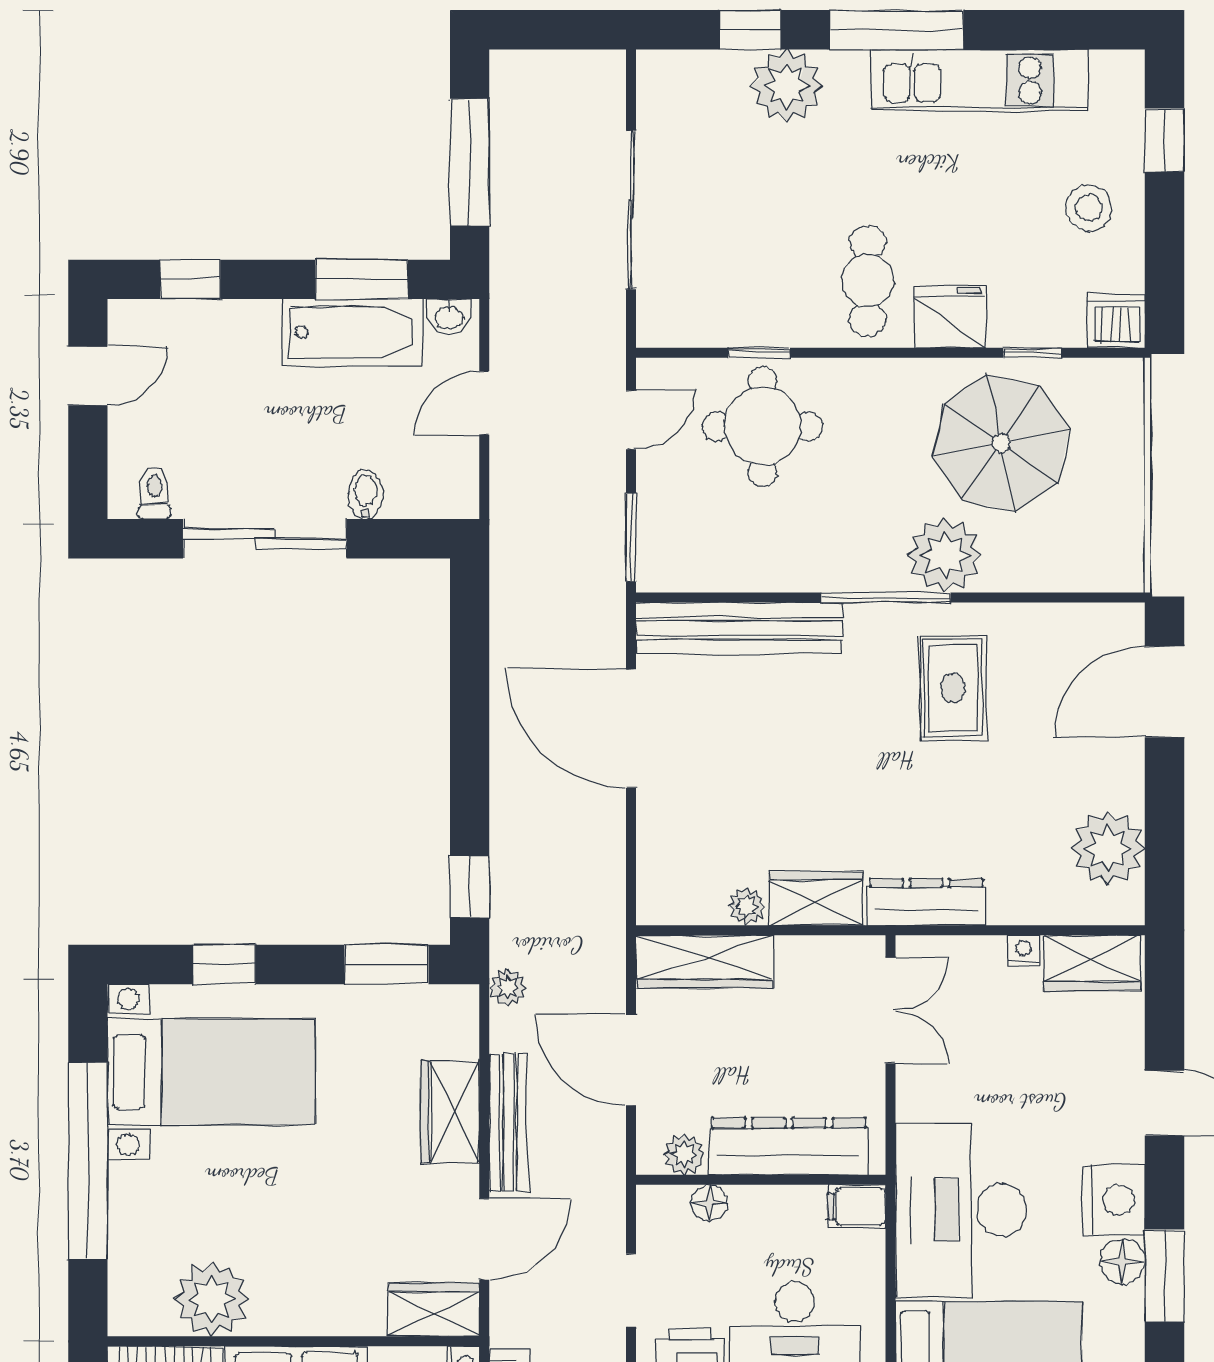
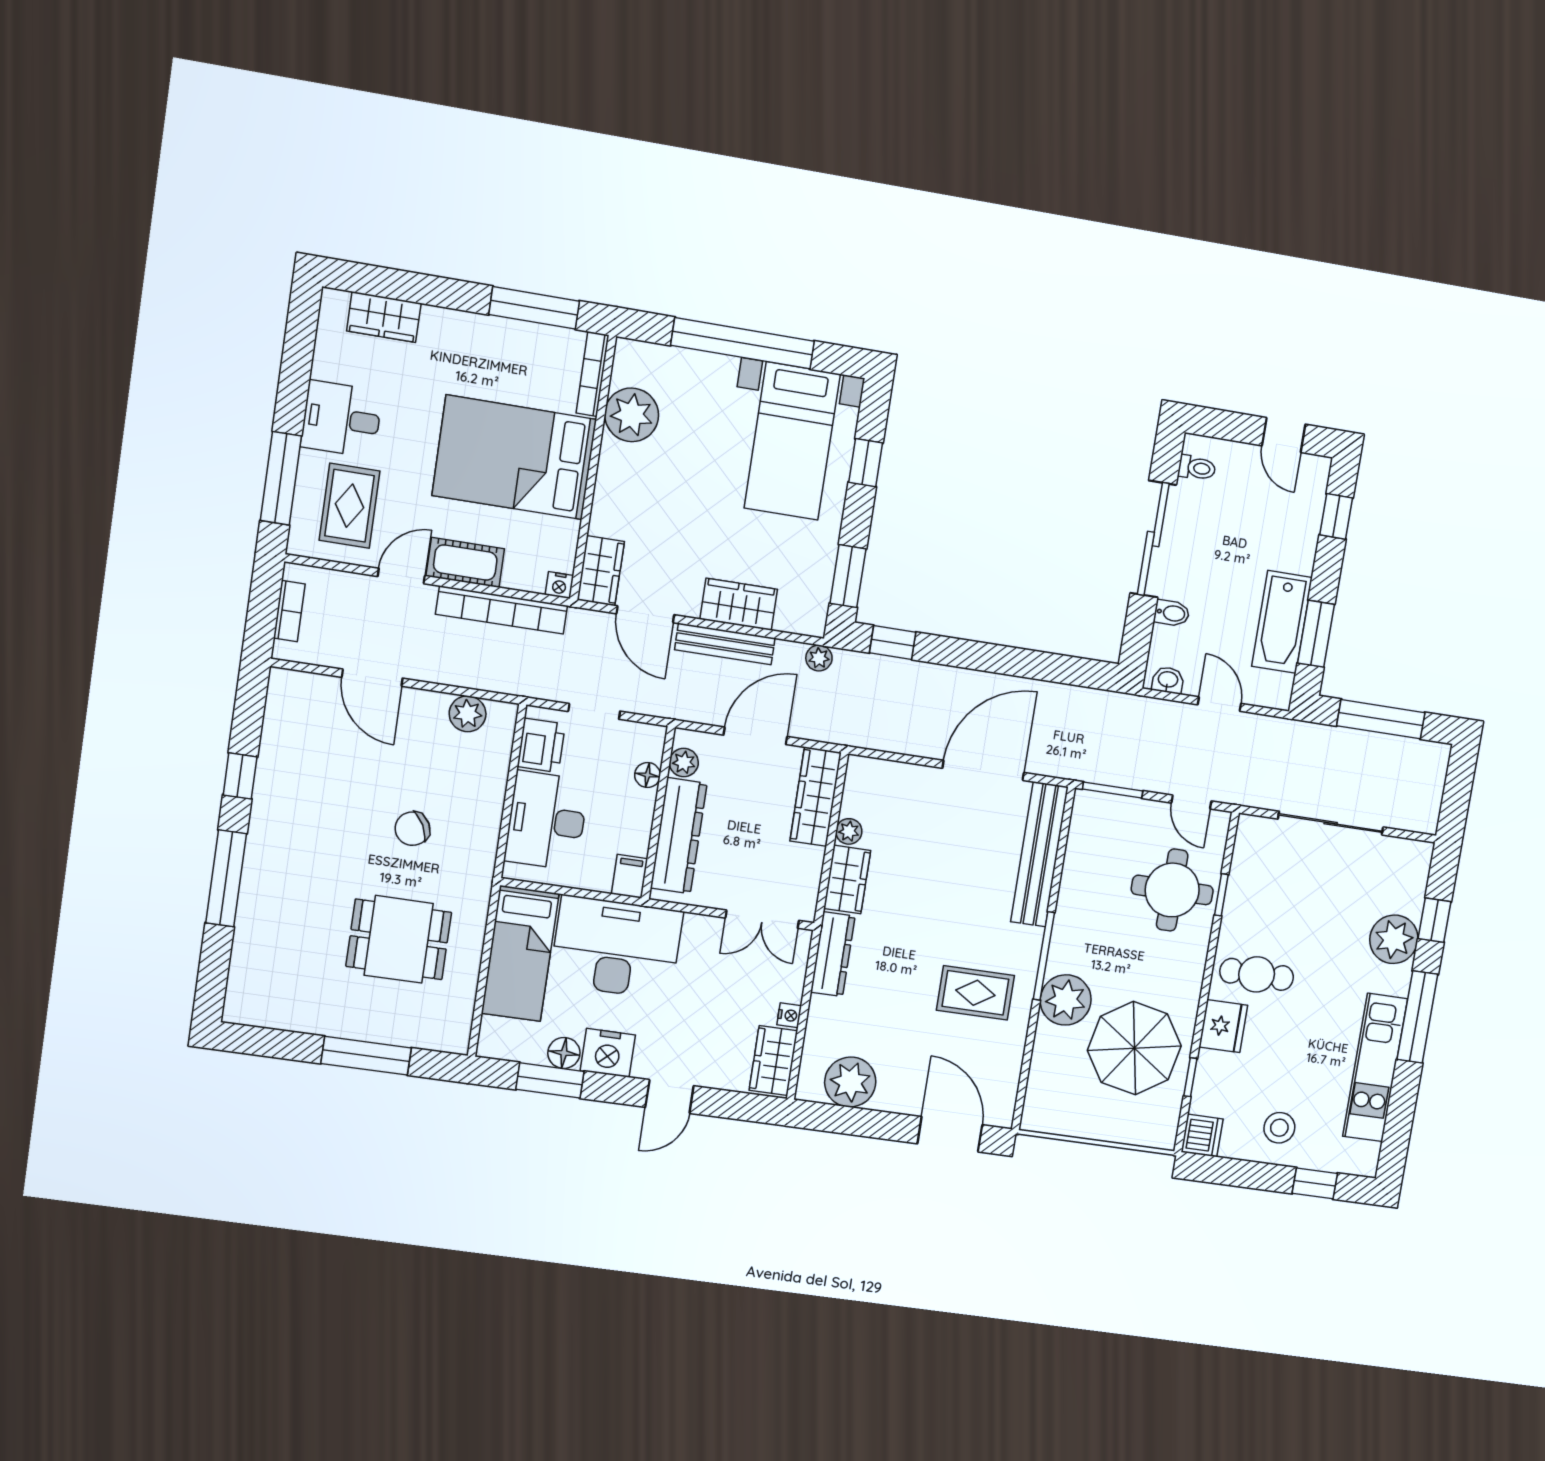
washbasin: (449, 317) -> (1168, 680), moved, turned 90

